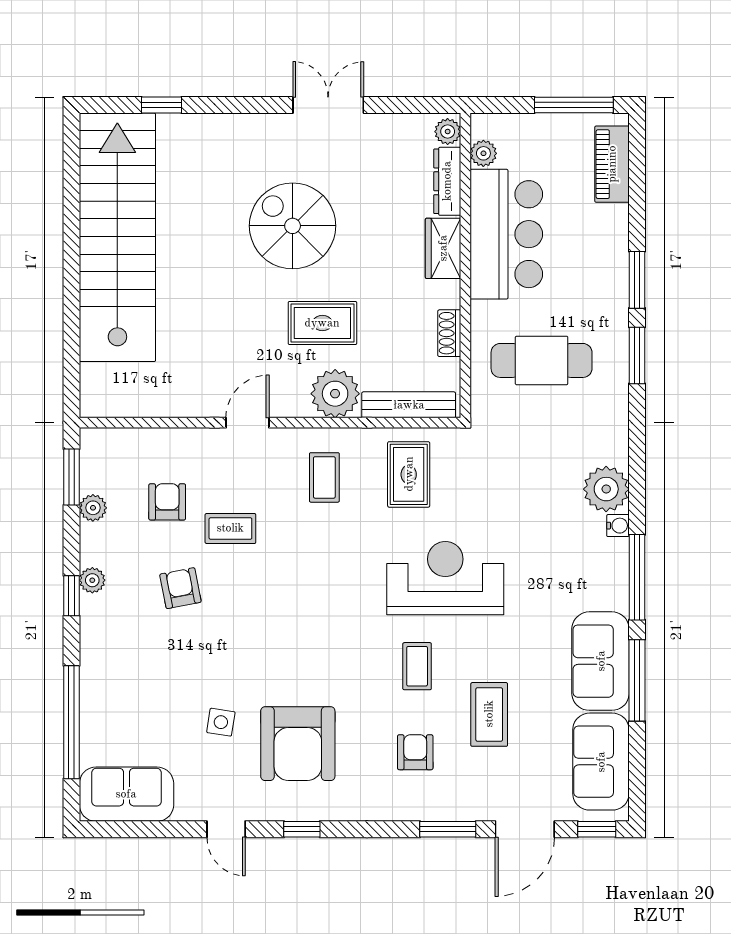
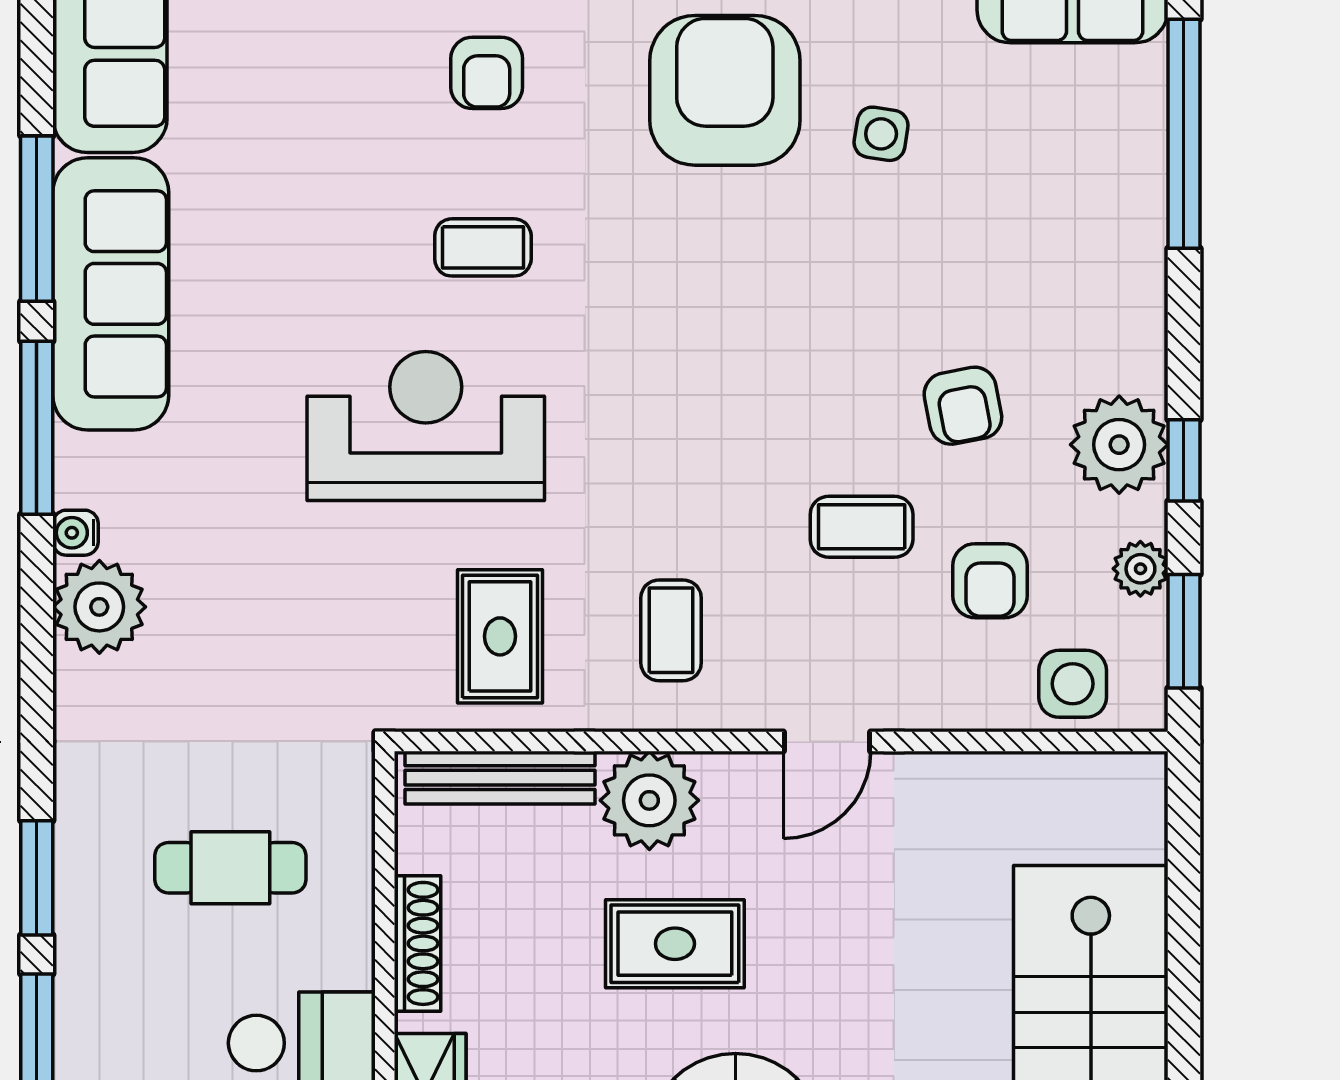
shoe rack: (449, 333) -> (418, 943), width x1.43
cafe table: (542, 360) -> (230, 868), width x0.73, depth x0.74
side table: (126, 451) -> (1073, 684), added
reception desk: (445, 578) -> (426, 426), turned 180
plant: (92, 580) -> (1119, 445), width x1.88, depth x1.88
window: (72, 596) -> (1184, 460), moved
sofa: (601, 661) -> (111, 294), width x1.36
coffee table: (417, 666) -> (483, 247), turned 90
coffee table: (489, 714) -> (337, 149), removed

